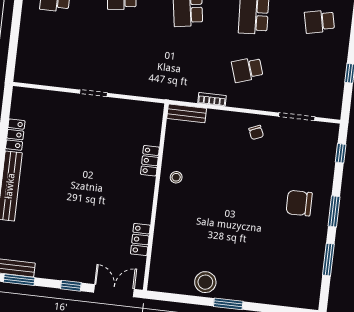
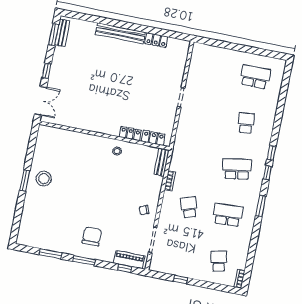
piano: (328, 148) -> (129, 260), added
locker: (140, 239) -> (153, 138), moved
stool: (205, 282) -> (44, 179), moved

